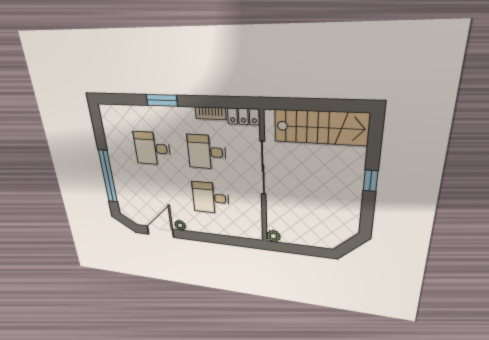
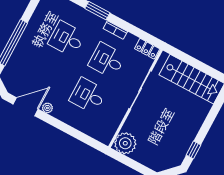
bookcase: (211, 113) -> (115, 30), moved
window: (371, 181) -> (194, 150), moved
plant: (273, 236) -> (125, 143), width x1.87, depth x1.87

